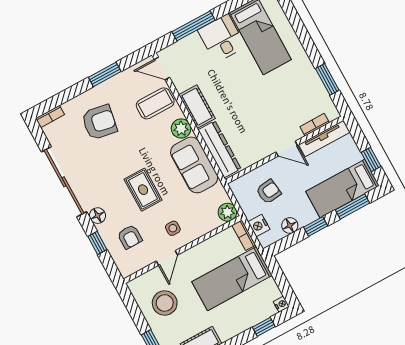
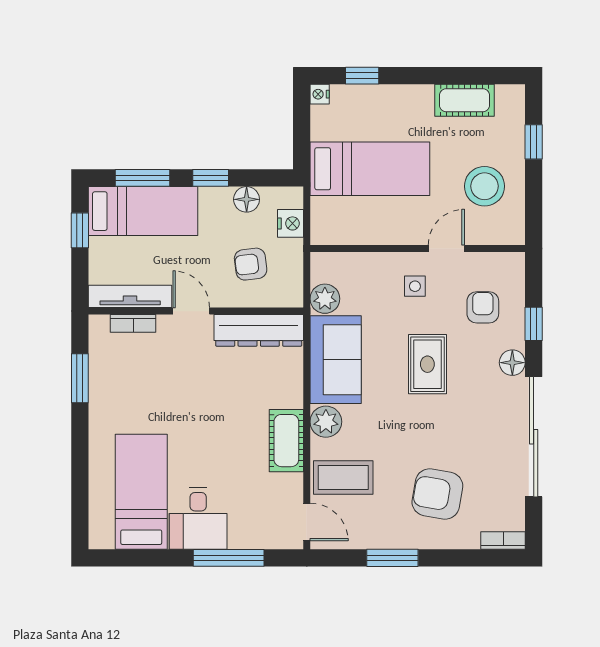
dresser: (219, 149) -> (259, 330), moved, turned -90
plant: (227, 212) -> (325, 299), moved
bookcase: (244, 235) -> (320, 221), removed

